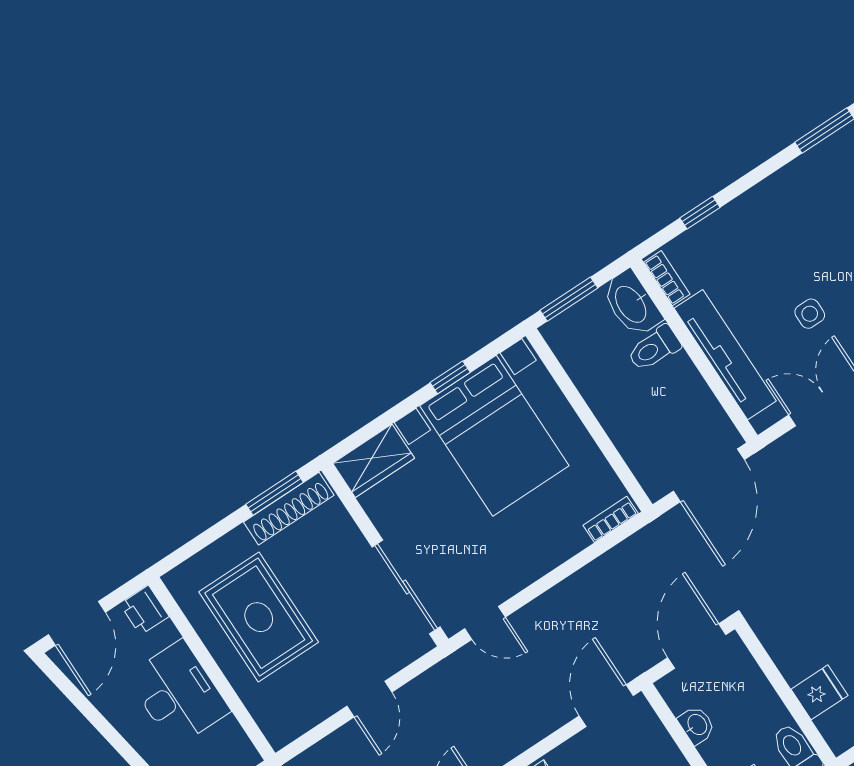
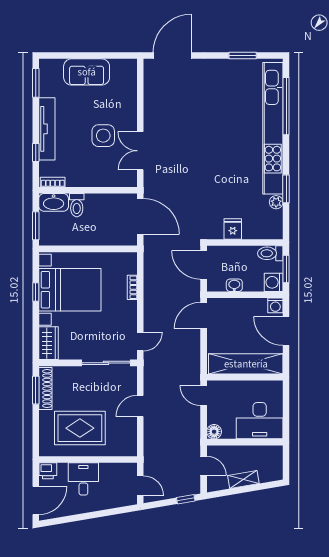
side table: (810, 314) -> (103, 136), width x1.87, depth x1.87
tv unit: (725, 355) -> (47, 129), moved, turned 90
bookcase: (611, 519) -> (132, 287), moved
door: (77, 623) -> (36, 500), hinge flipped
fridge: (819, 692) -> (233, 229), moved
desk: (178, 694) -> (83, 479), width x0.73
door: (369, 699) -> (140, 406), swing flipped
door: (606, 706) -> (204, 315), hinge flipped

